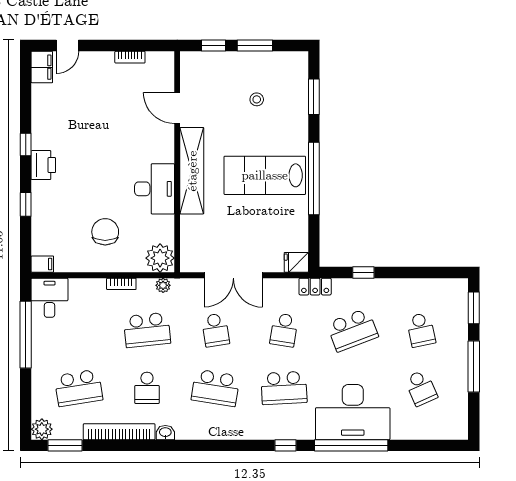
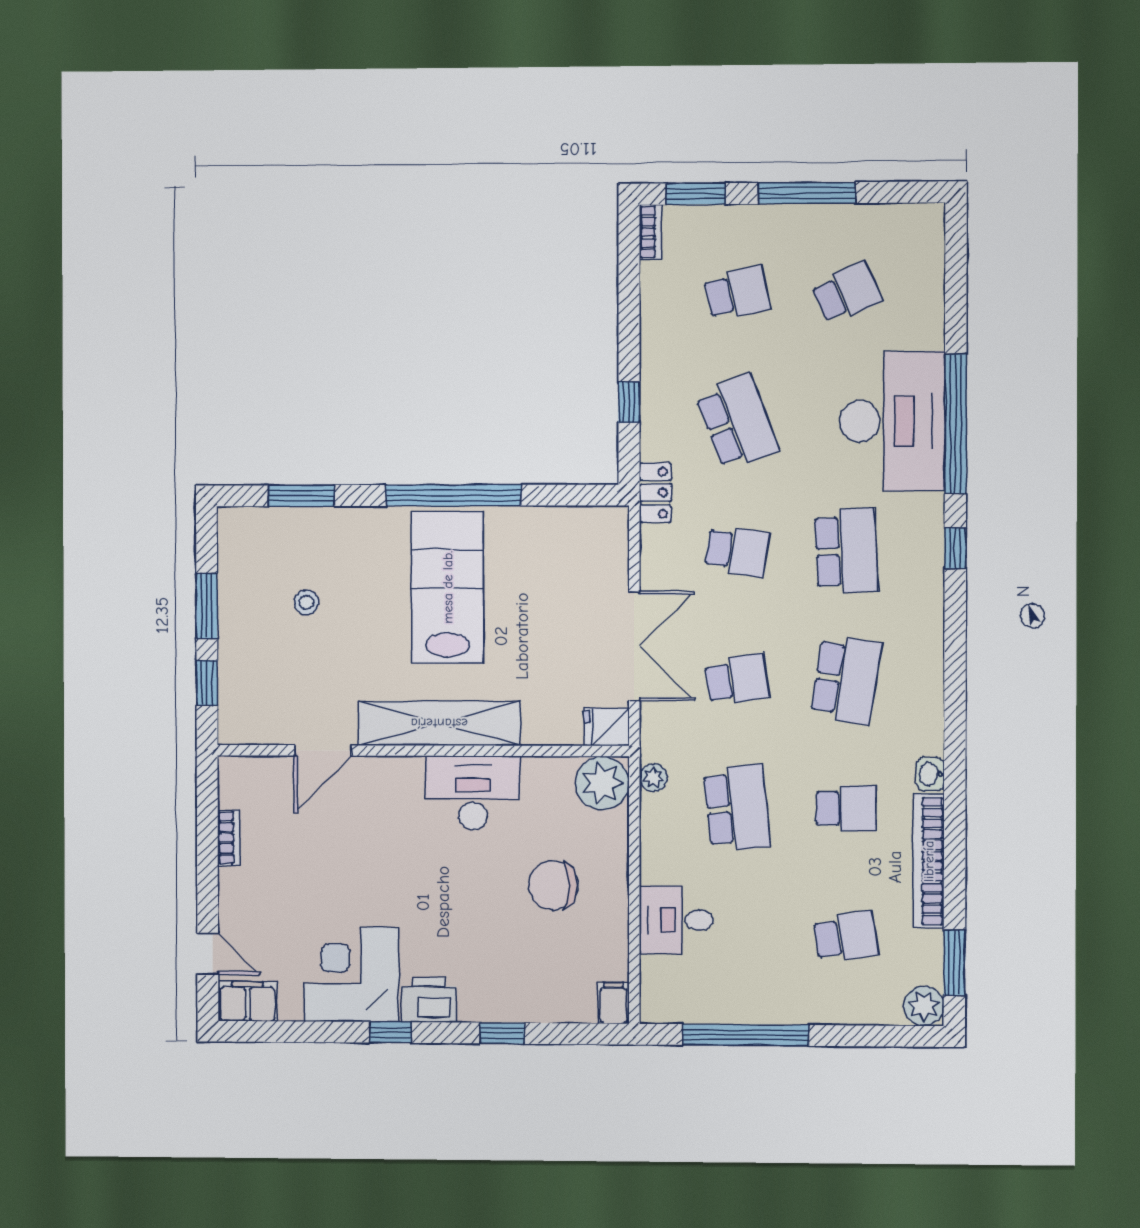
corner desk: (57, 123) -> (351, 974), added
lab bench: (265, 175) -> (448, 587), turned 180
fridge: (296, 262) -> (607, 727), moved, turned 90
bookcase: (121, 284) -> (650, 232), moved
desk: (49, 298) -> (676, 920), moved
school desk: (79, 388) -> (846, 937), width x0.54

